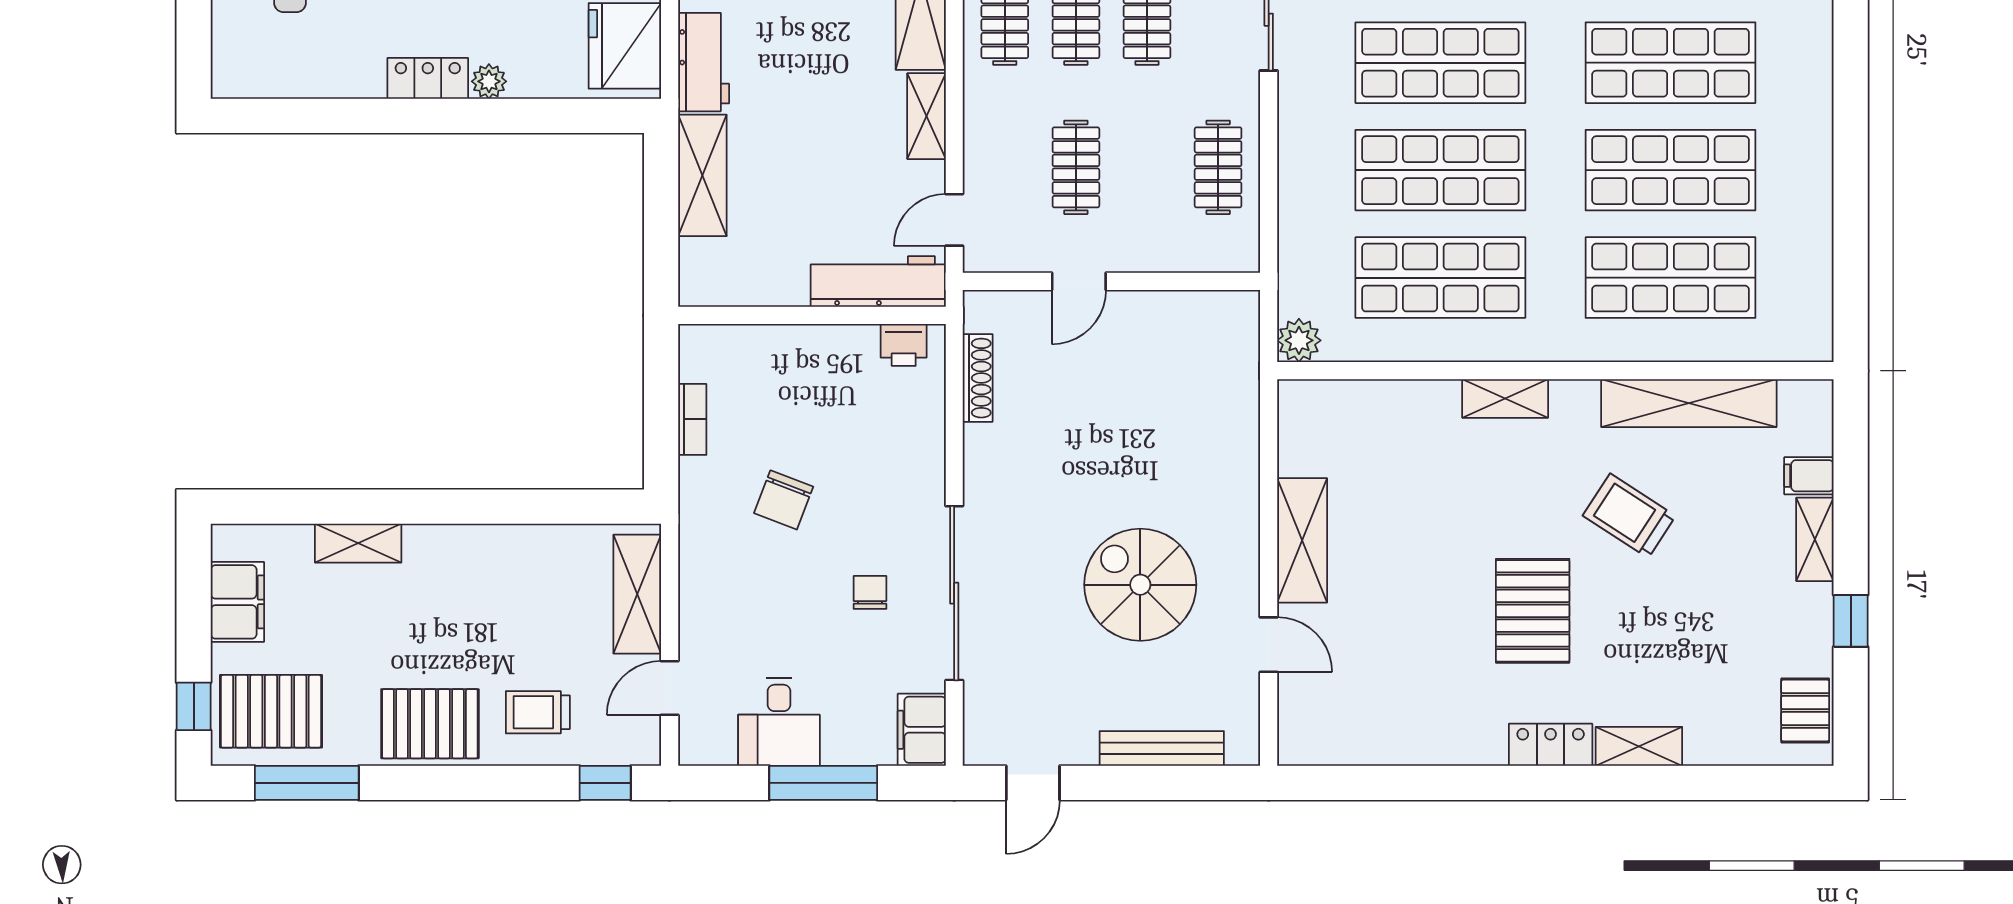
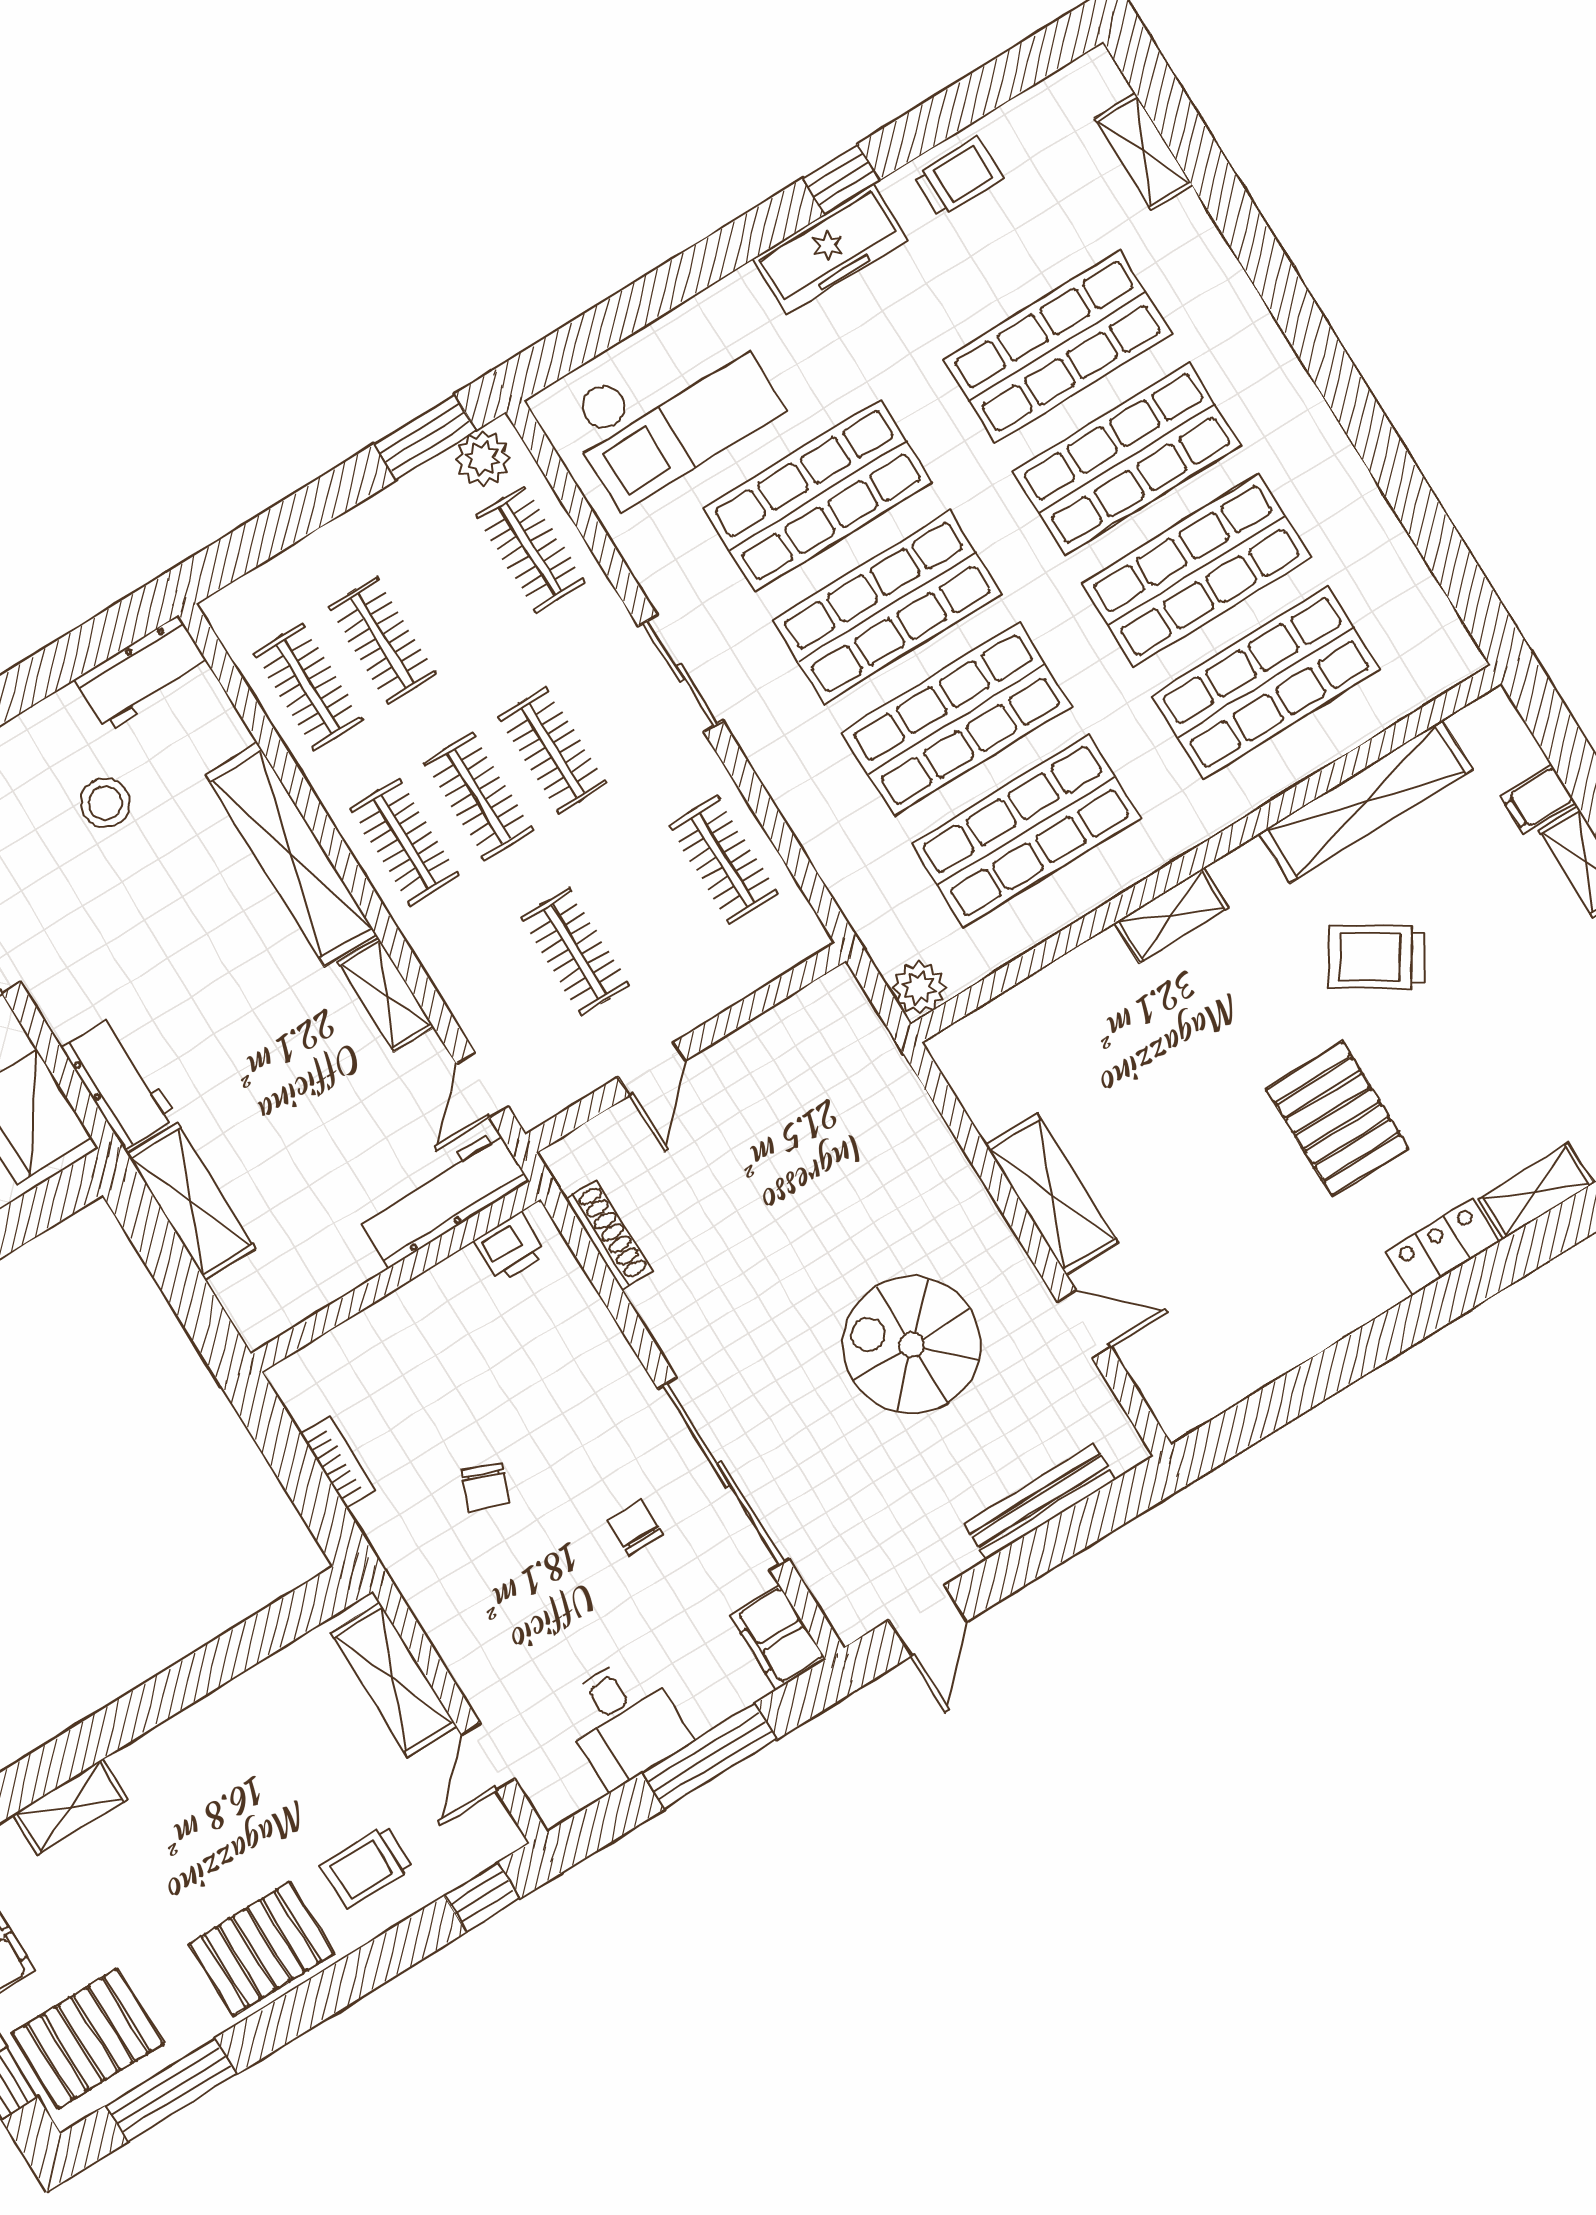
chair: (784, 500) -> (485, 1487), width x0.73, depth x0.73

